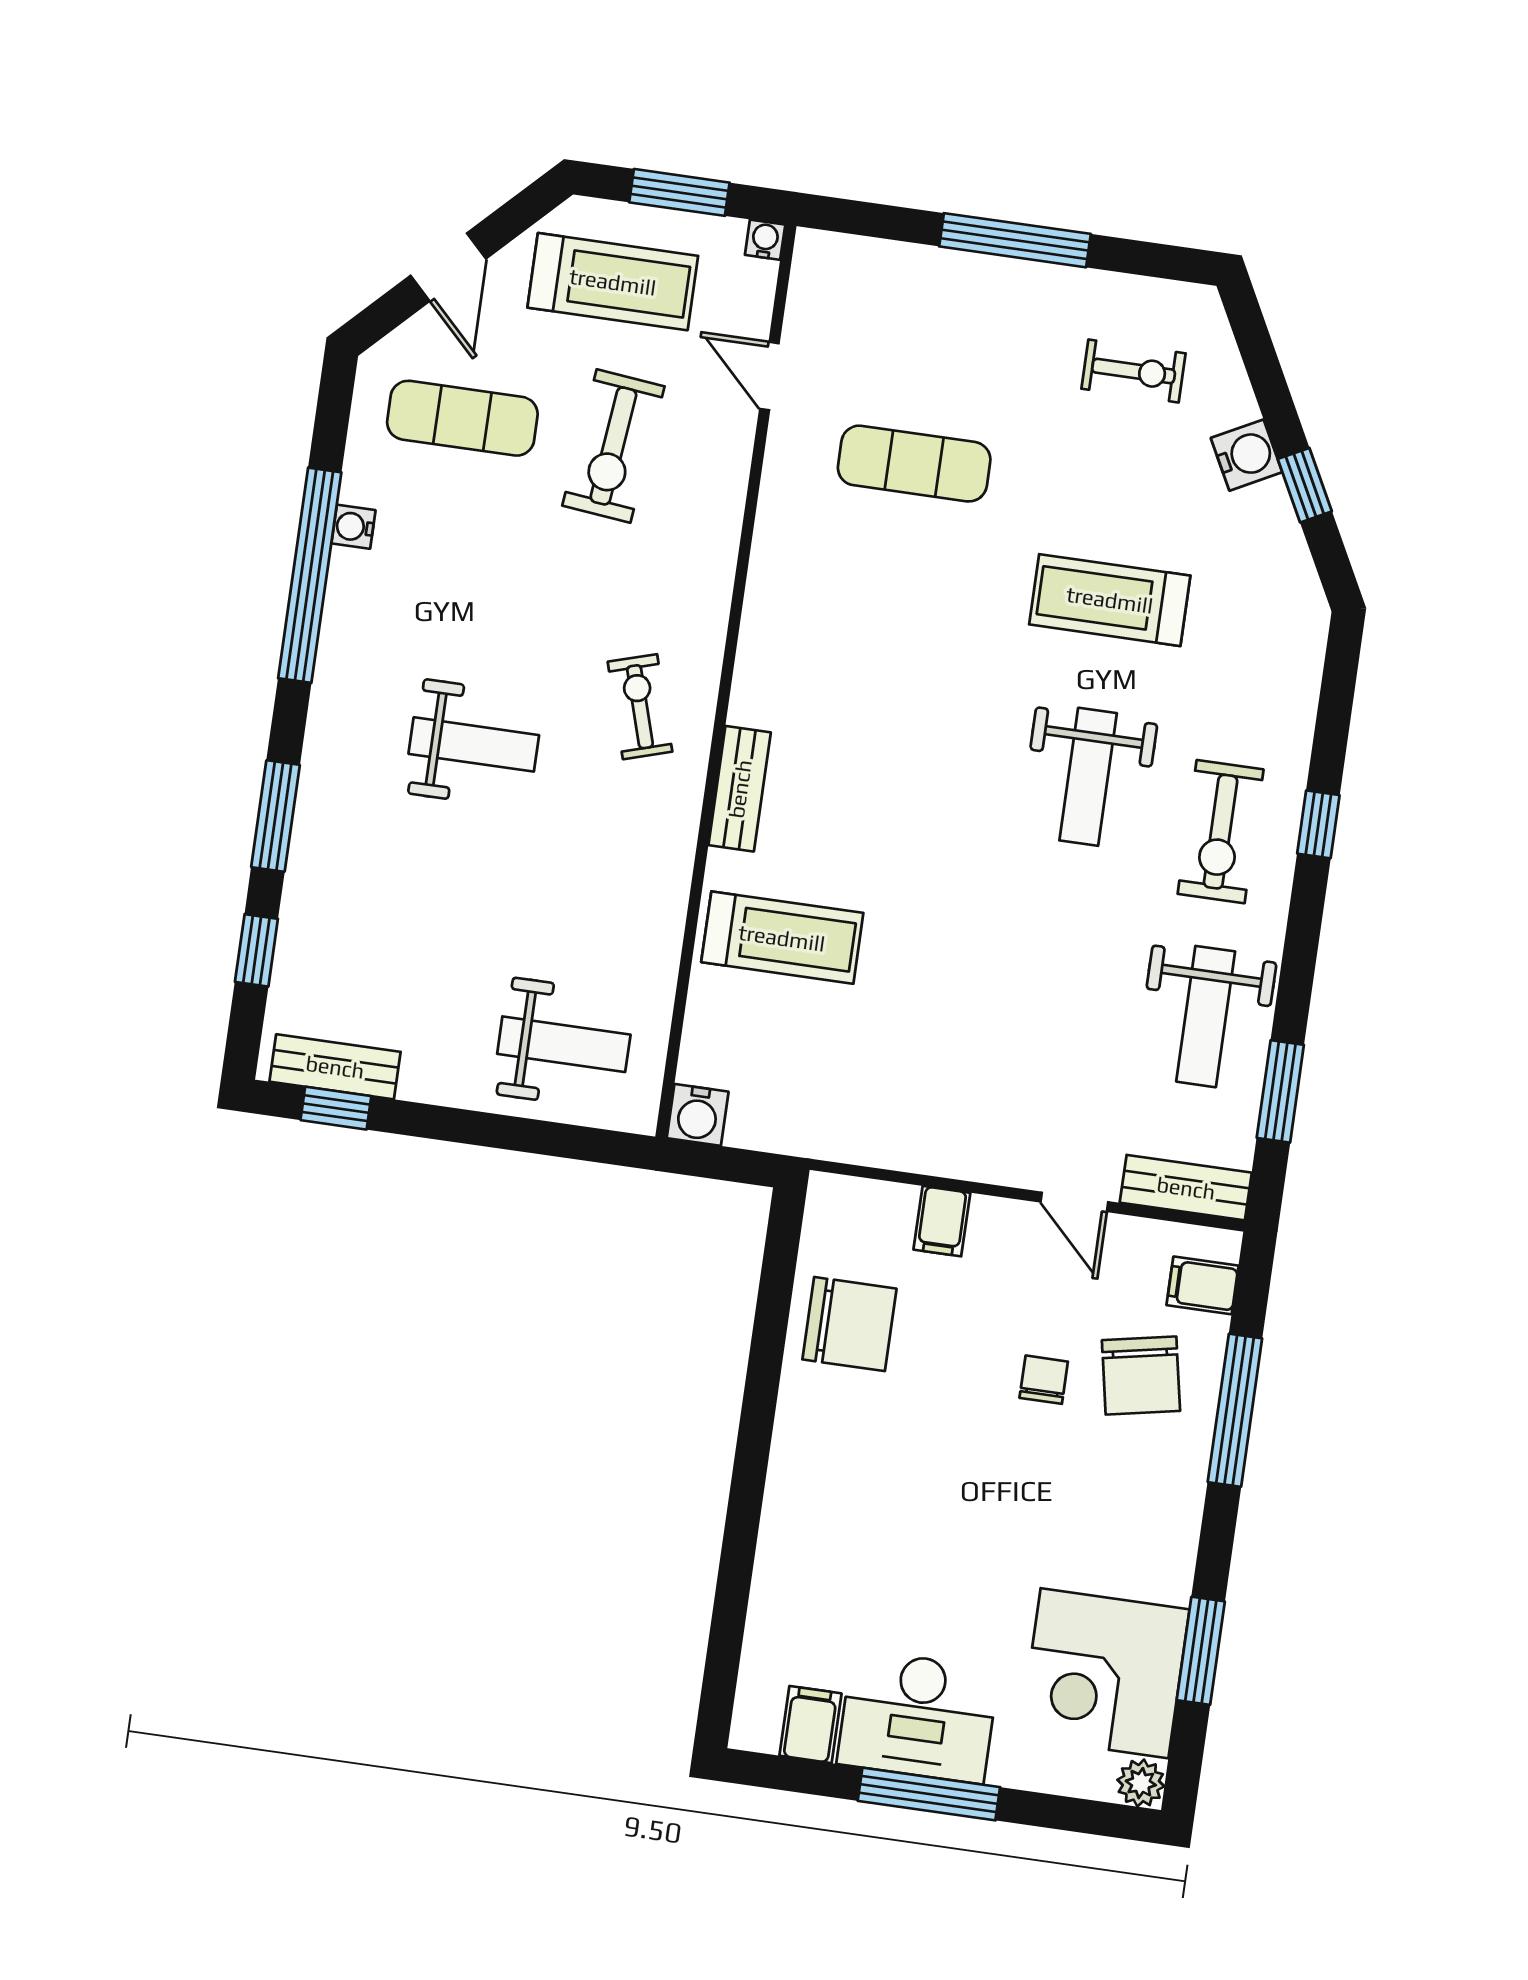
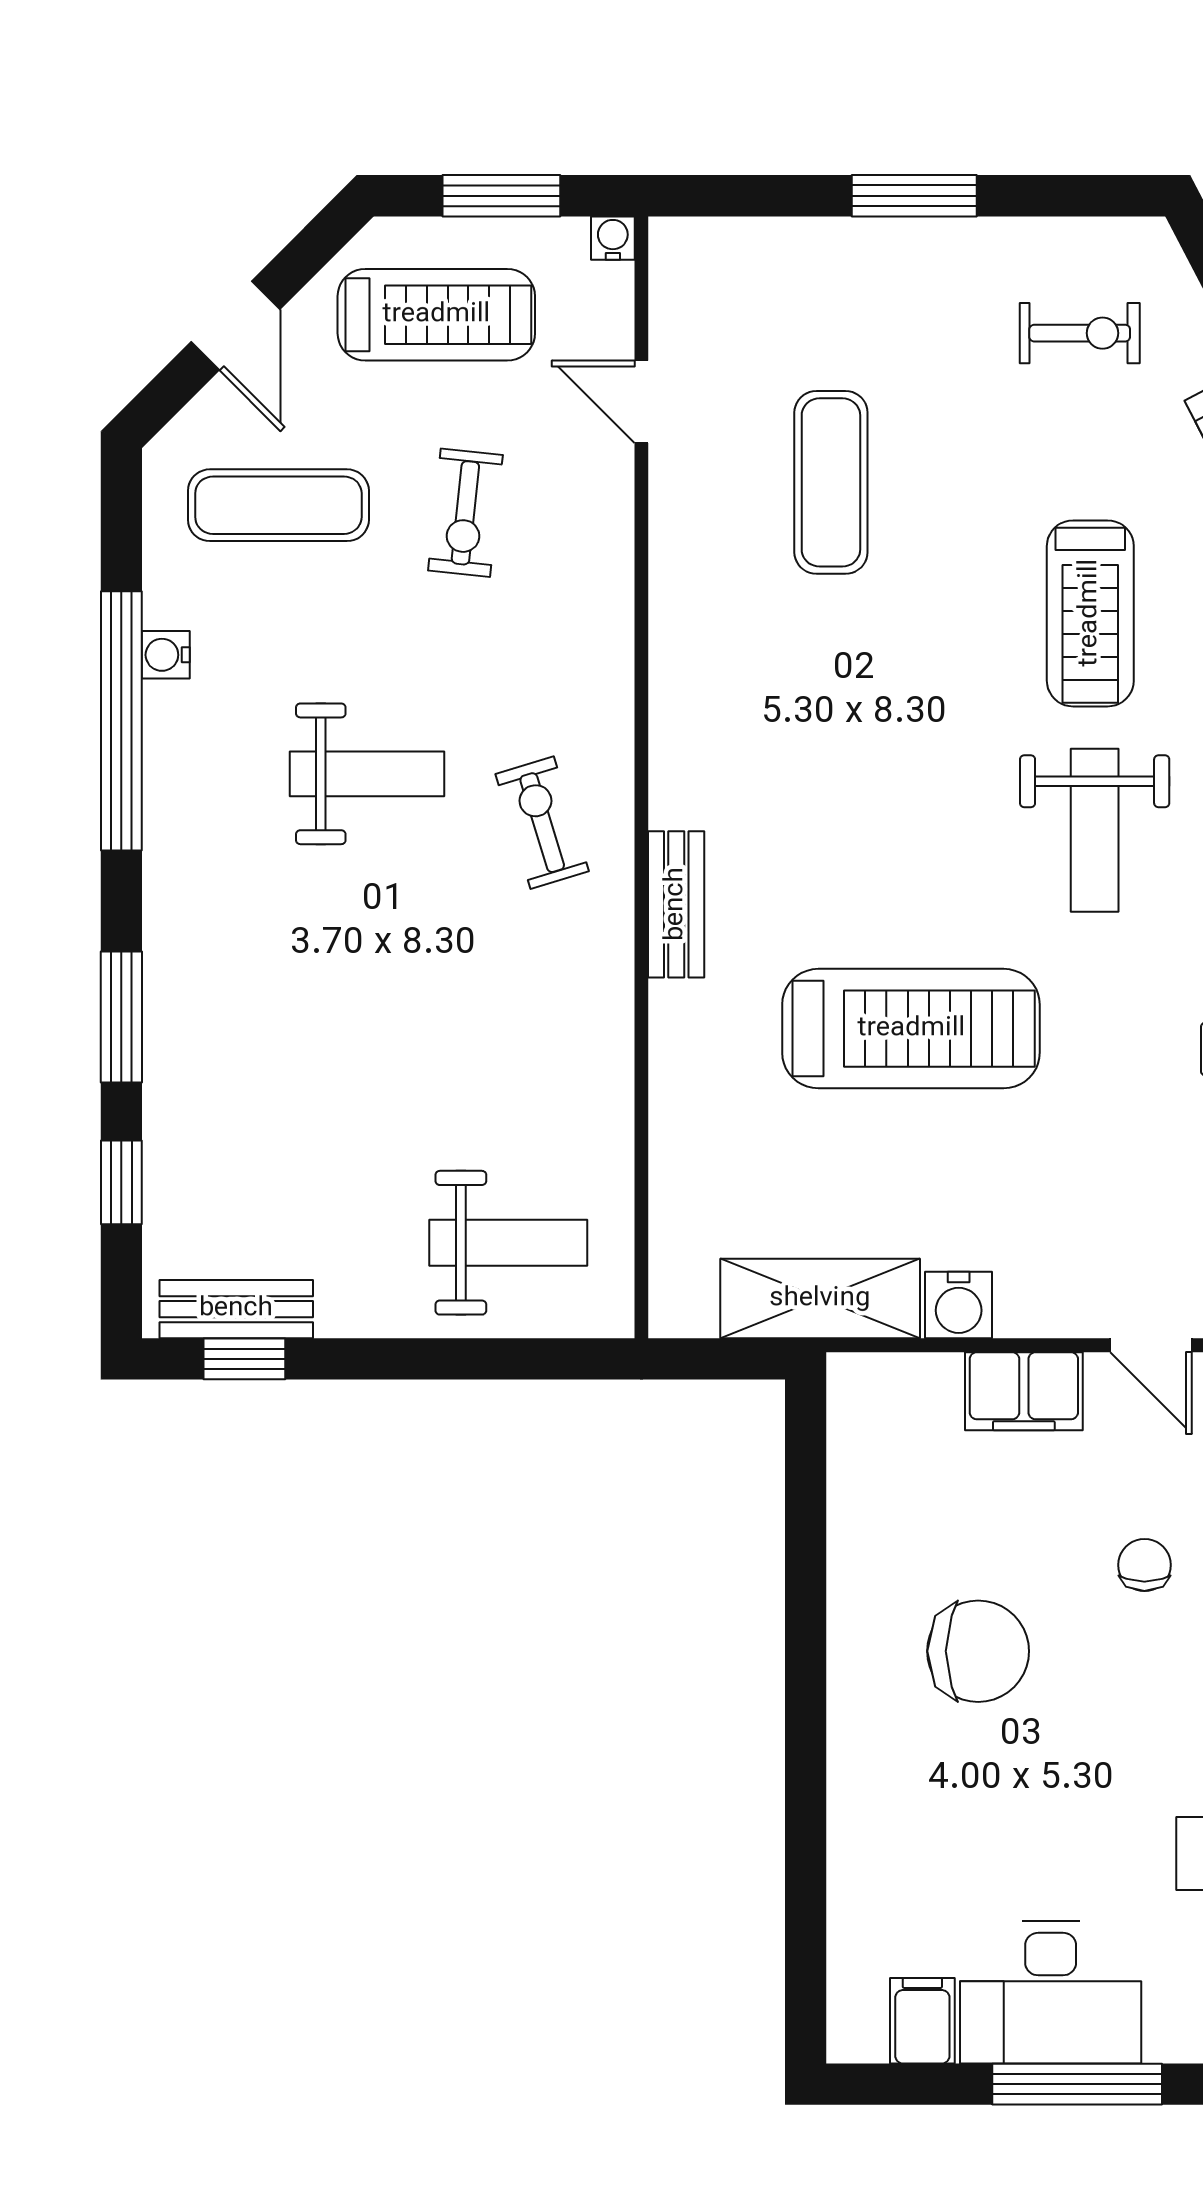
window: (1015, 240) -> (914, 196), width x0.69
exercise bike: (613, 446) -> (465, 513), width x0.73, depth x0.72
exercise mat: (914, 464) -> (831, 482), turned 90
treadmill: (1110, 600) -> (1090, 613), turned -90
weight bench: (474, 744) -> (367, 774), moved
treadmill: (782, 938) -> (911, 1029), moved, width x1.37, depth x1.38
water cooler: (698, 1115) -> (959, 1305), moved
shelving: (811, 1126) -> (820, 1299), added
filing cabinet: (942, 1221) -> (1024, 1391), width x2.00
chair: (849, 1324) -> (978, 1651), moved

